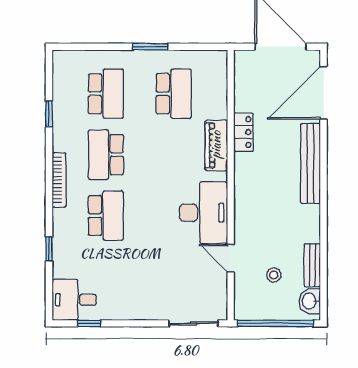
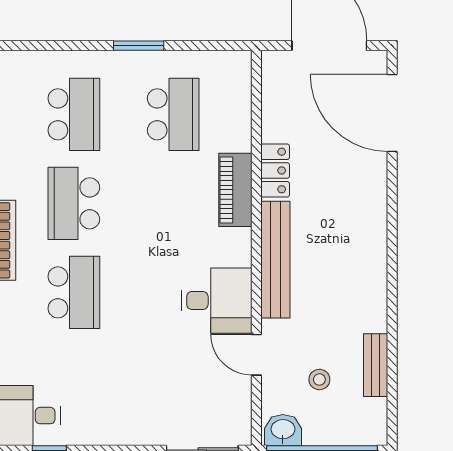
door: (324, 93) -> (392, 113), hinge flipped
bench: (310, 164) -> (275, 260), moved
desk: (203, 213) -> (216, 301), width x0.73
washbasin: (310, 301) -> (283, 430), moved, turned 90

